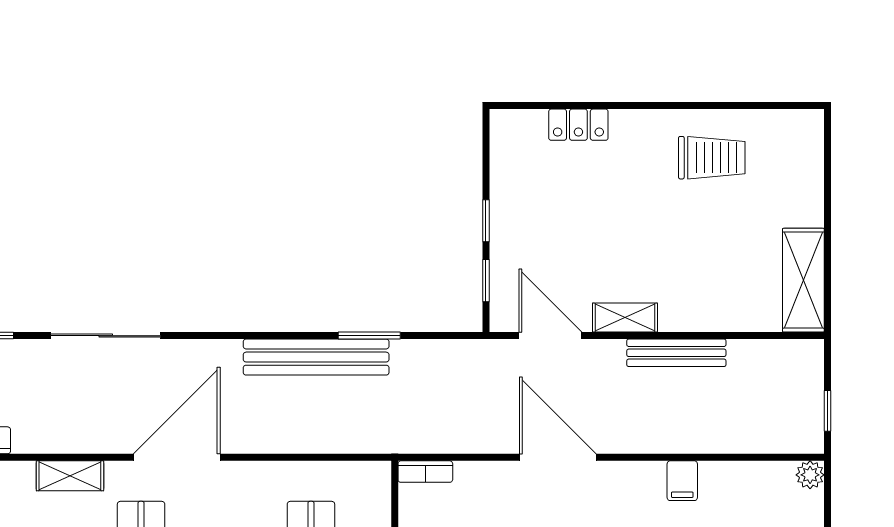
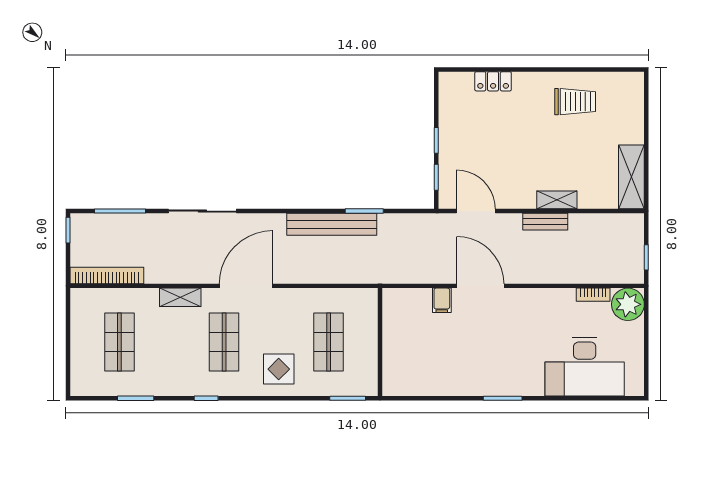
shelving: (625, 318) -> (557, 200), moved
bench: (676, 353) -> (545, 222), width x0.73
bookcase: (425, 472) -> (593, 295), moved
plant: (810, 475) -> (628, 304), width x1.88, depth x1.88
filing cabinet: (682, 481) -> (442, 300), moved

